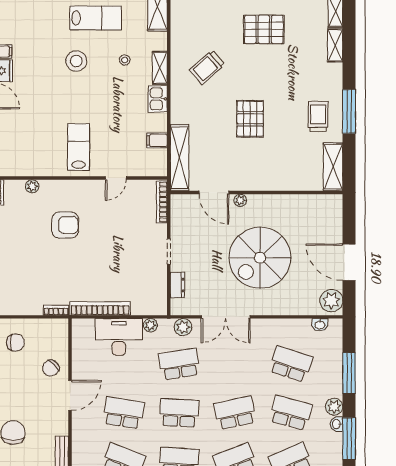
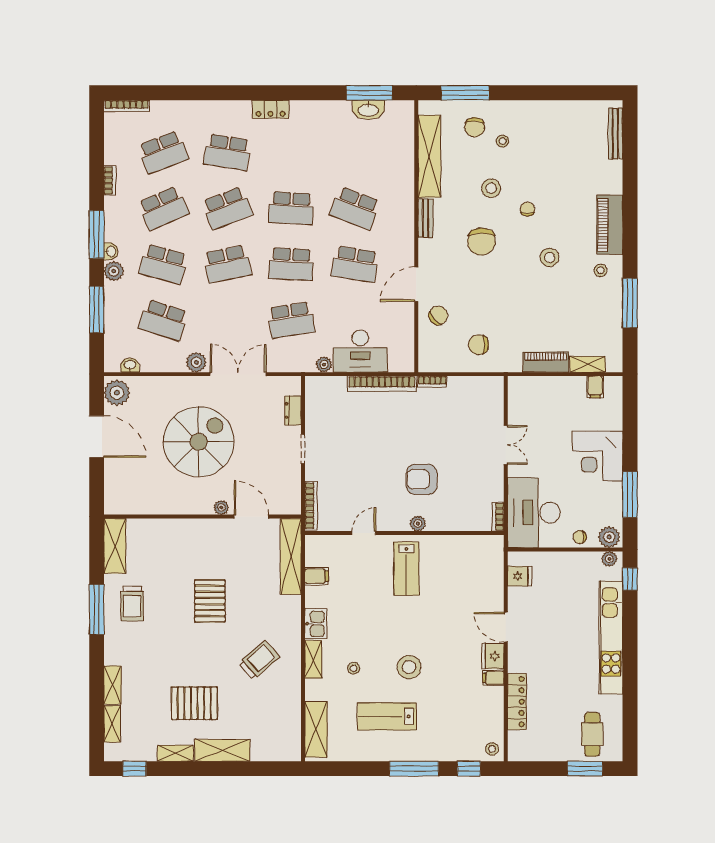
plant: (32, 186) -> (418, 524), moved
plant: (183, 327) -> (196, 362), moved

